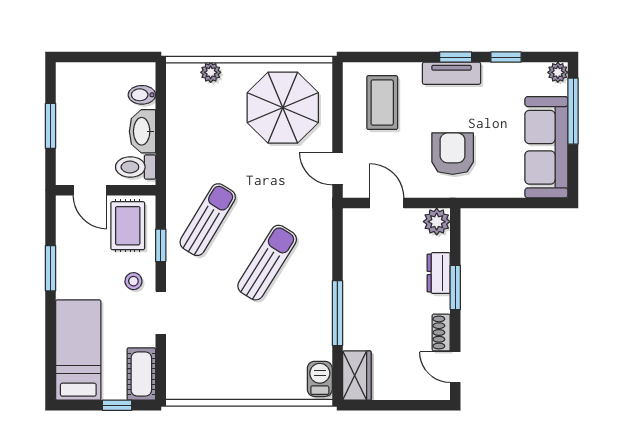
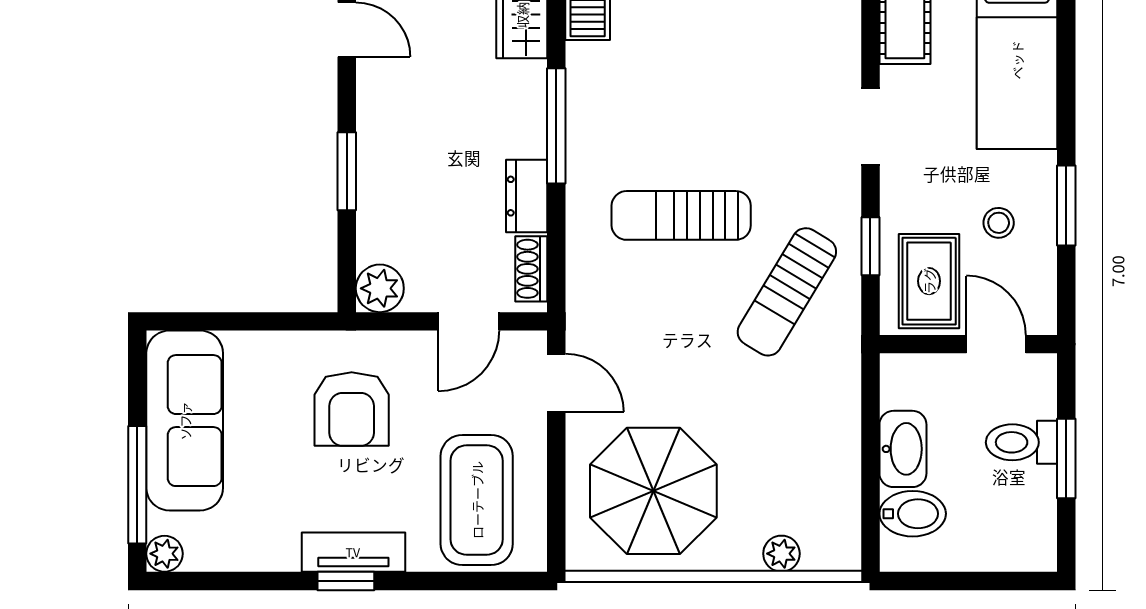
window: (506, 57) -> (257, 581), removed
bidet: (142, 95) -> (913, 514), width x1.38, depth x1.36
coffee table: (382, 103) -> (477, 500), width x1.36, depth x1.32
toilet: (136, 167) -> (1022, 442), moved, turned 180
door: (387, 203) -> (469, 321), hinge flipped
sun lounger: (267, 263) -> (681, 215), turned 58
dresser: (439, 273) -> (527, 196), moved, turned 180
stool: (133, 281) -> (999, 223), moved
shoe rack: (441, 332) -> (531, 269), moved, turned 180

